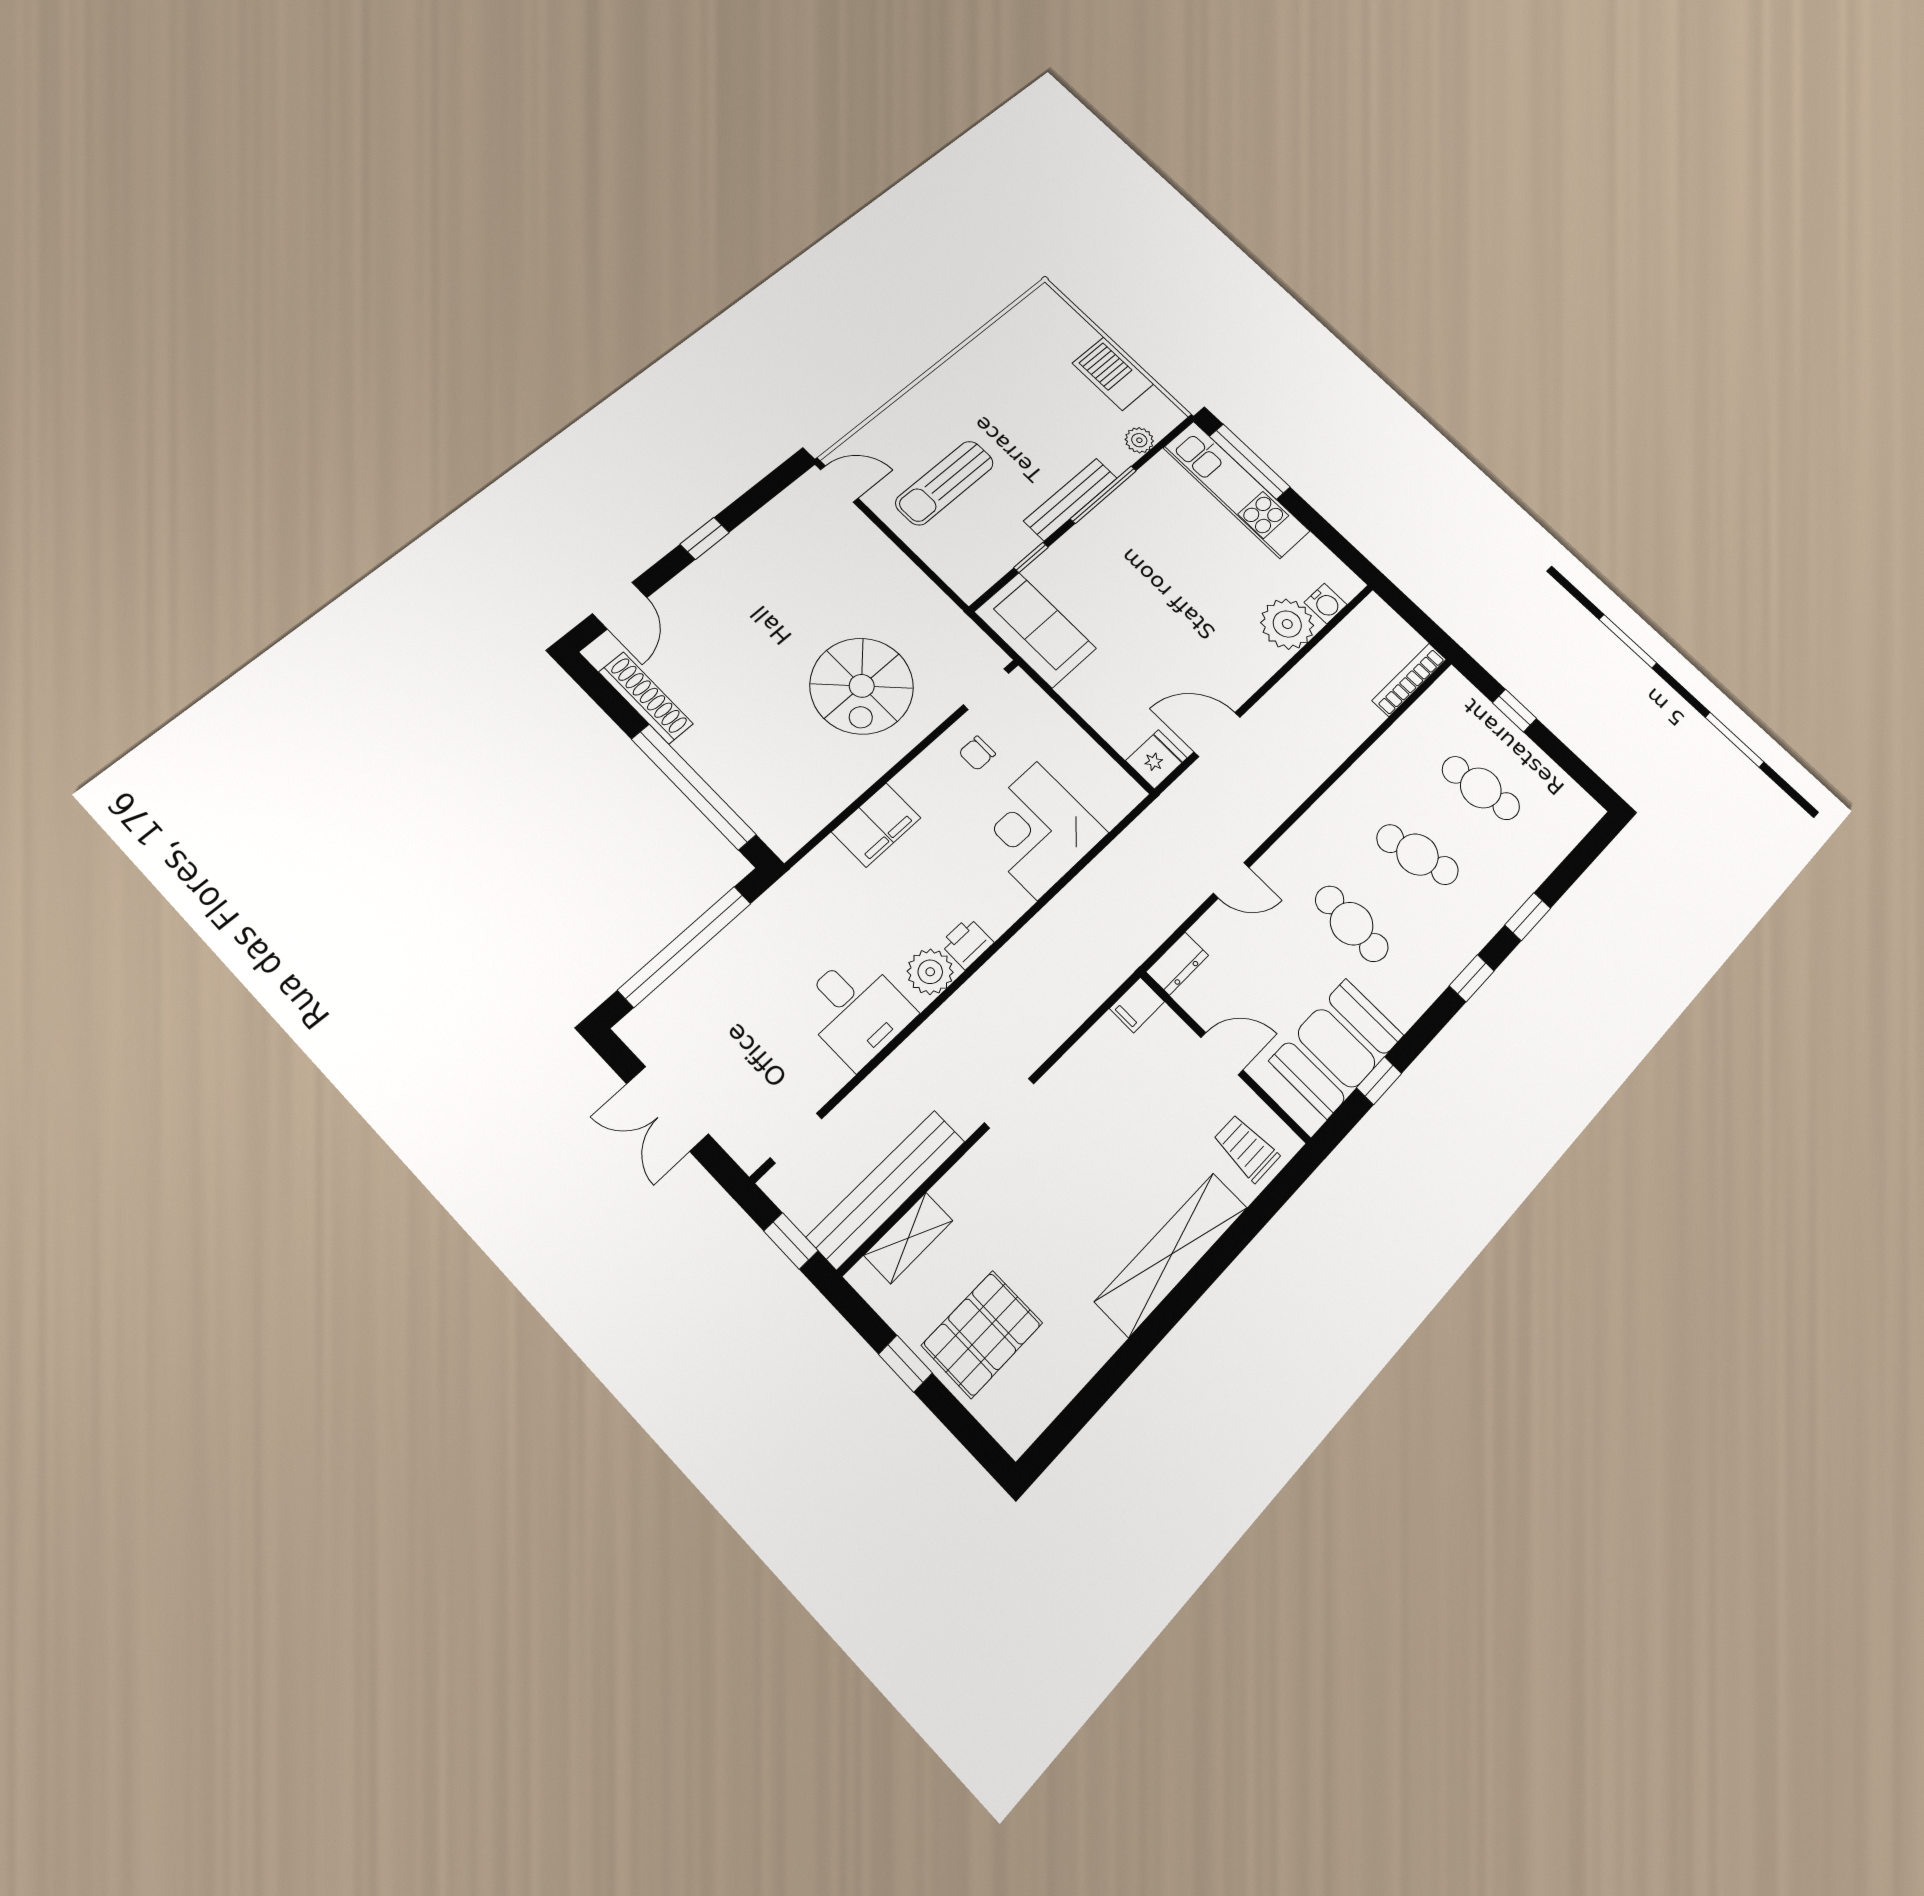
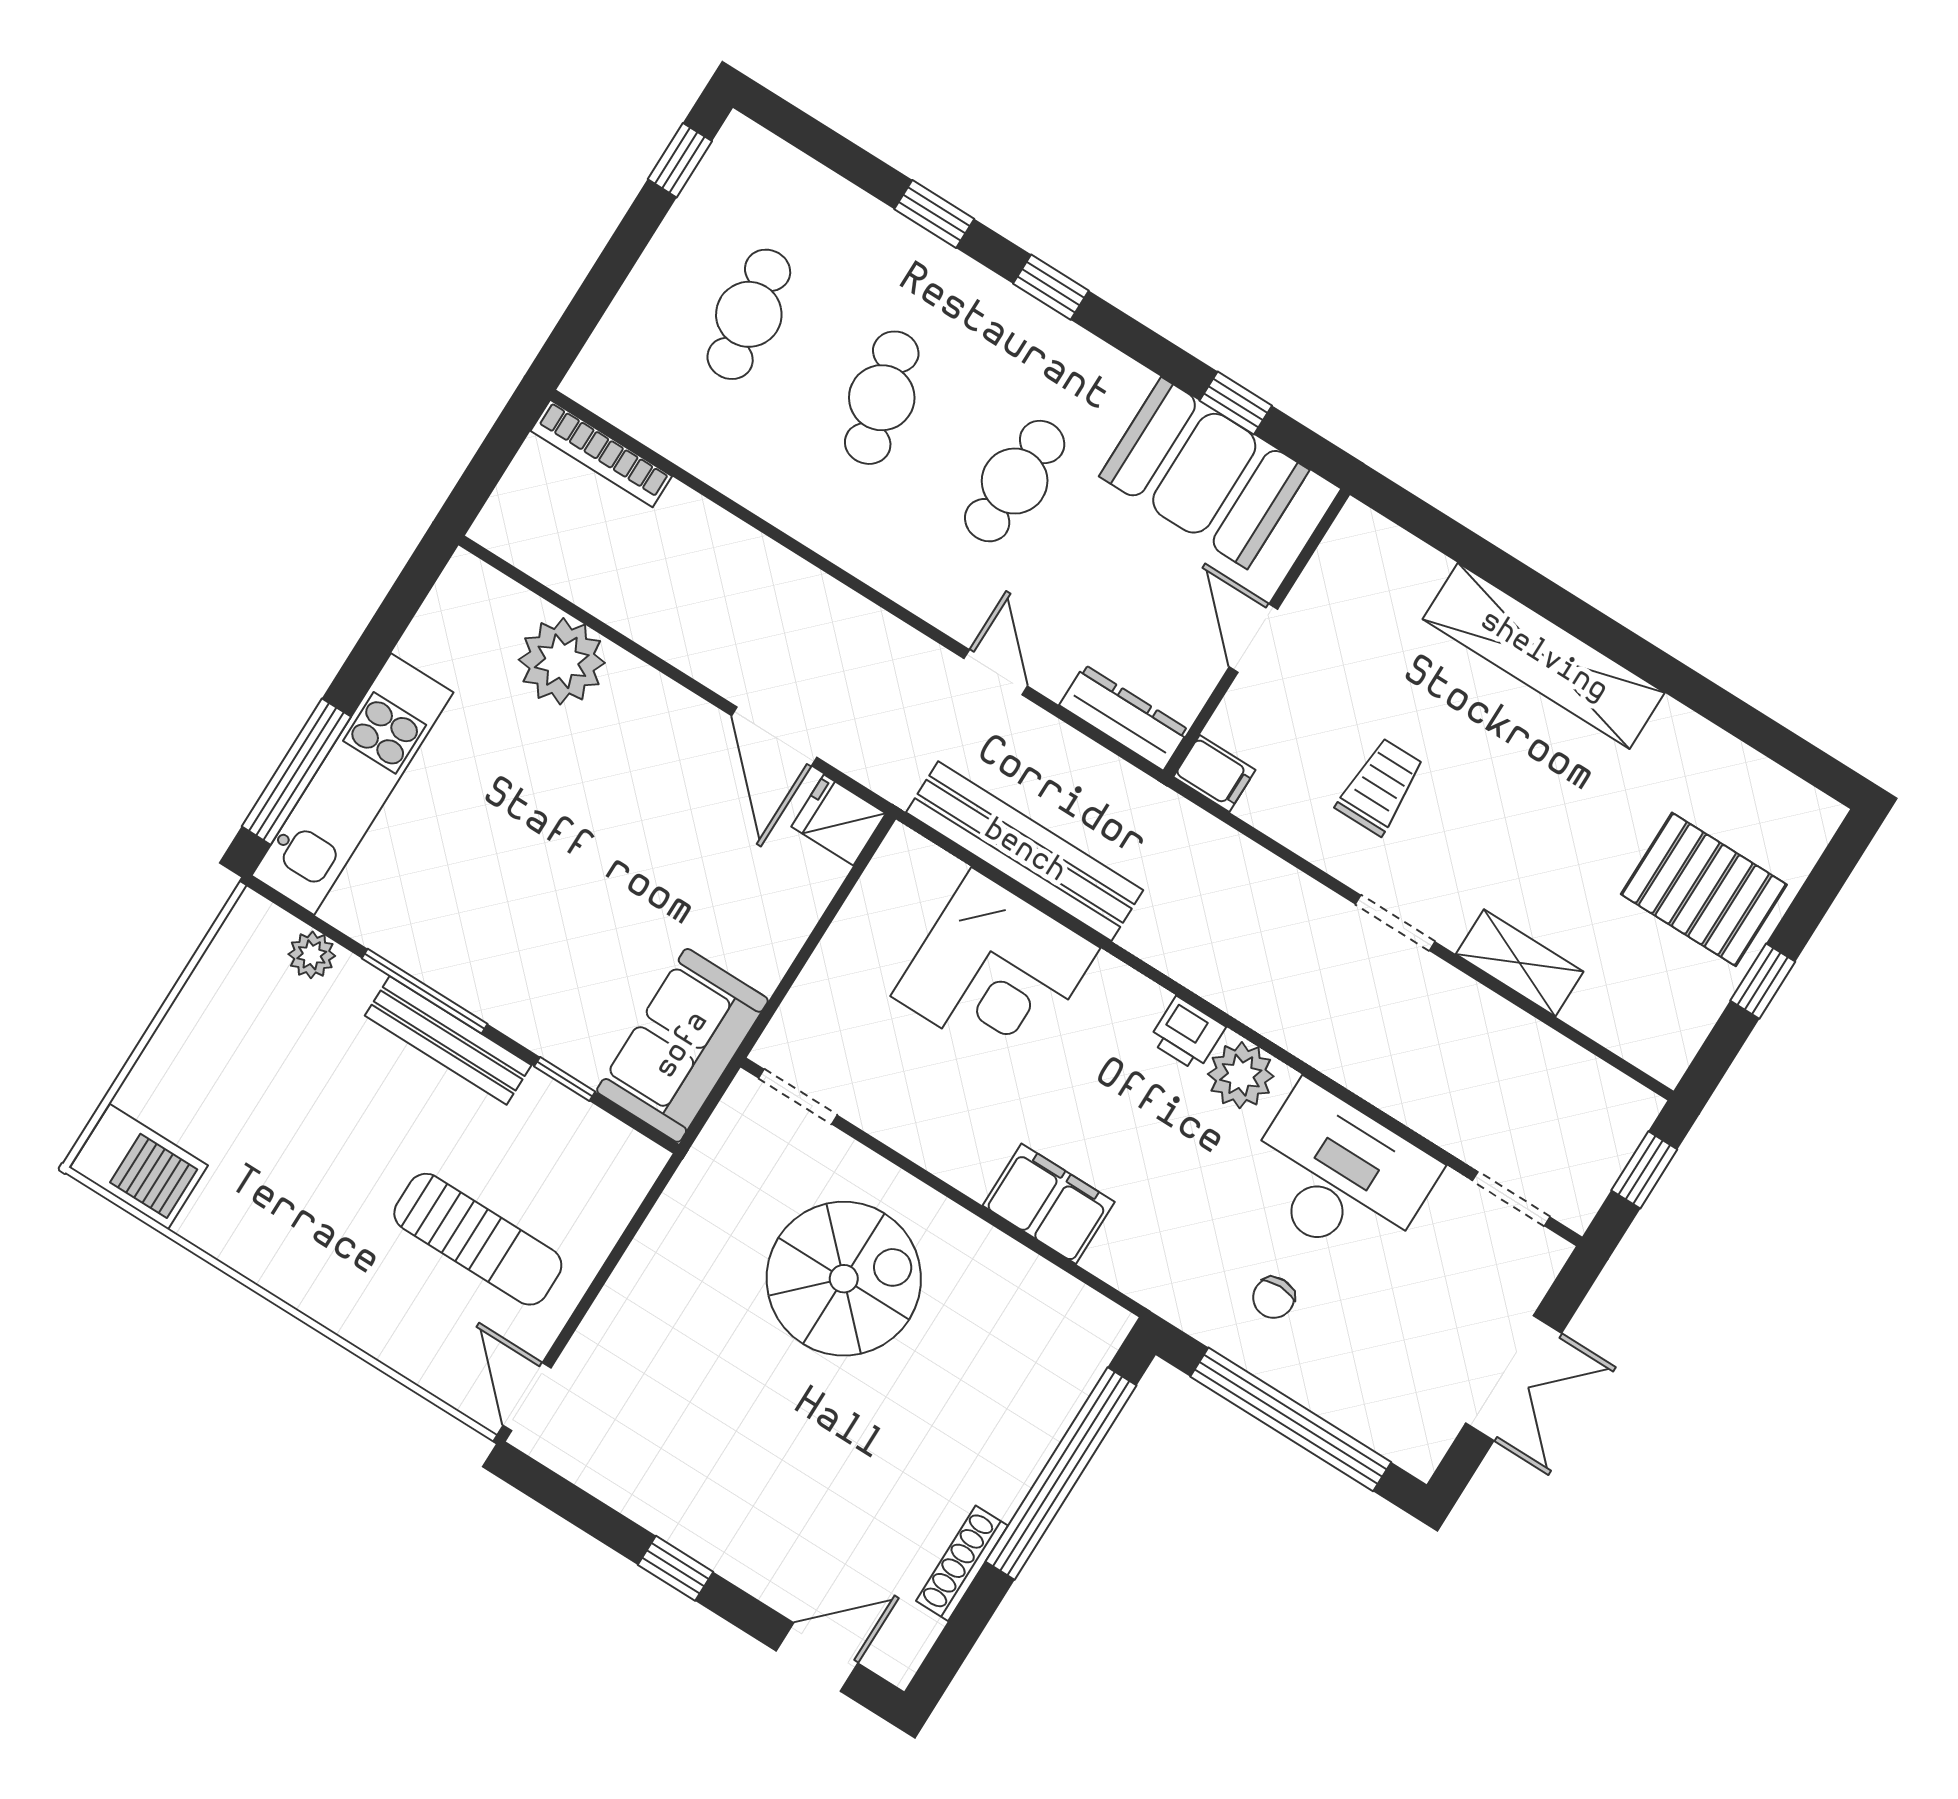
barbecue: (1113, 374) -> (139, 1167), moved, turned -90
water cooler: (1326, 604) -> (510, 607), removed
shoe rack: (646, 698) -> (962, 1563), width x0.74, depth x0.81
window: (1515, 711) -> (680, 160), moved
chair: (977, 753) -> (1274, 1298), moved, turned 90
dresser: (1177, 964) -> (1124, 718), width x1.44
desk: (856, 1010) -> (1339, 1177), width x1.37
trolley: (1246, 1148) -> (1380, 787), moved, turned 180
bench: (886, 1189) -> (1025, 851), moved
shelving: (908, 1238) -> (1520, 963), moved

